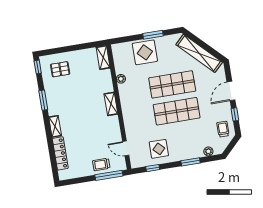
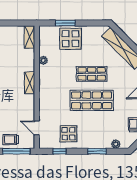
window: (153, 35) -> (65, 23), moved
shop shelf: (172, 84) -> (92, 74), width x0.70, depth x0.74

